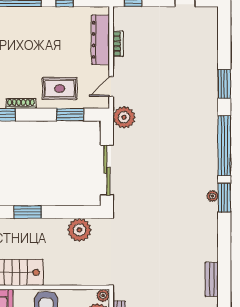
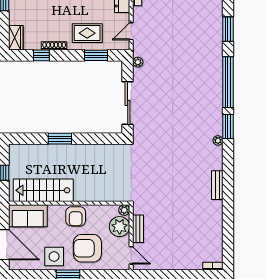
plant: (124, 117) -> (138, 62), width x0.53, depth x0.53
plant: (213, 196) -> (218, 140), moved
plant: (79, 230) -> (104, 154), removed
bench: (212, 279) -> (217, 185), moved

